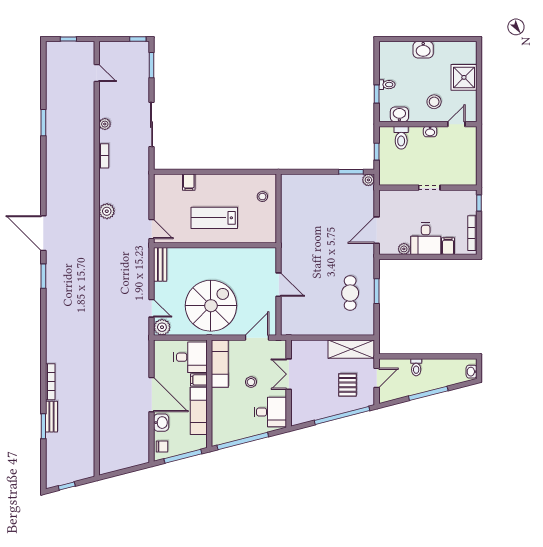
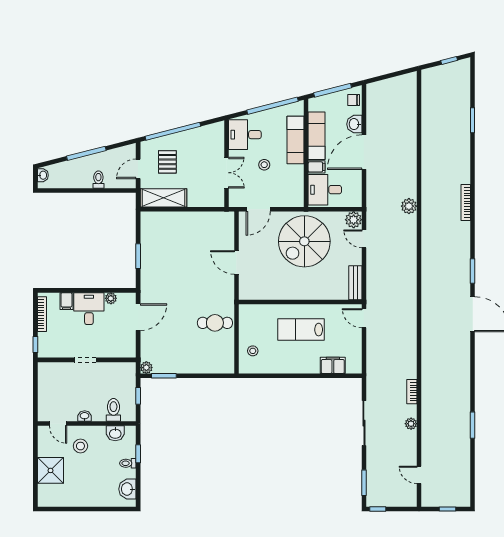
washbasin: (423, 50) -> (127, 489), moved, turned -90
door: (456, 124) -> (58, 424), hinge flipped
filing cabinet: (189, 182) -> (333, 365), width x2.00
plant: (107, 211) -> (409, 206), moved
lab bench: (214, 218) -> (301, 330), turned 180
cafe table: (350, 293) -> (215, 323), moved, turned 90
exam couch: (220, 364) -> (296, 140), moved
bookcase: (50, 382) -> (466, 202), moved
door: (152, 395) -> (364, 152), hinge flipped
bench: (51, 417) -> (464, 130), removed

